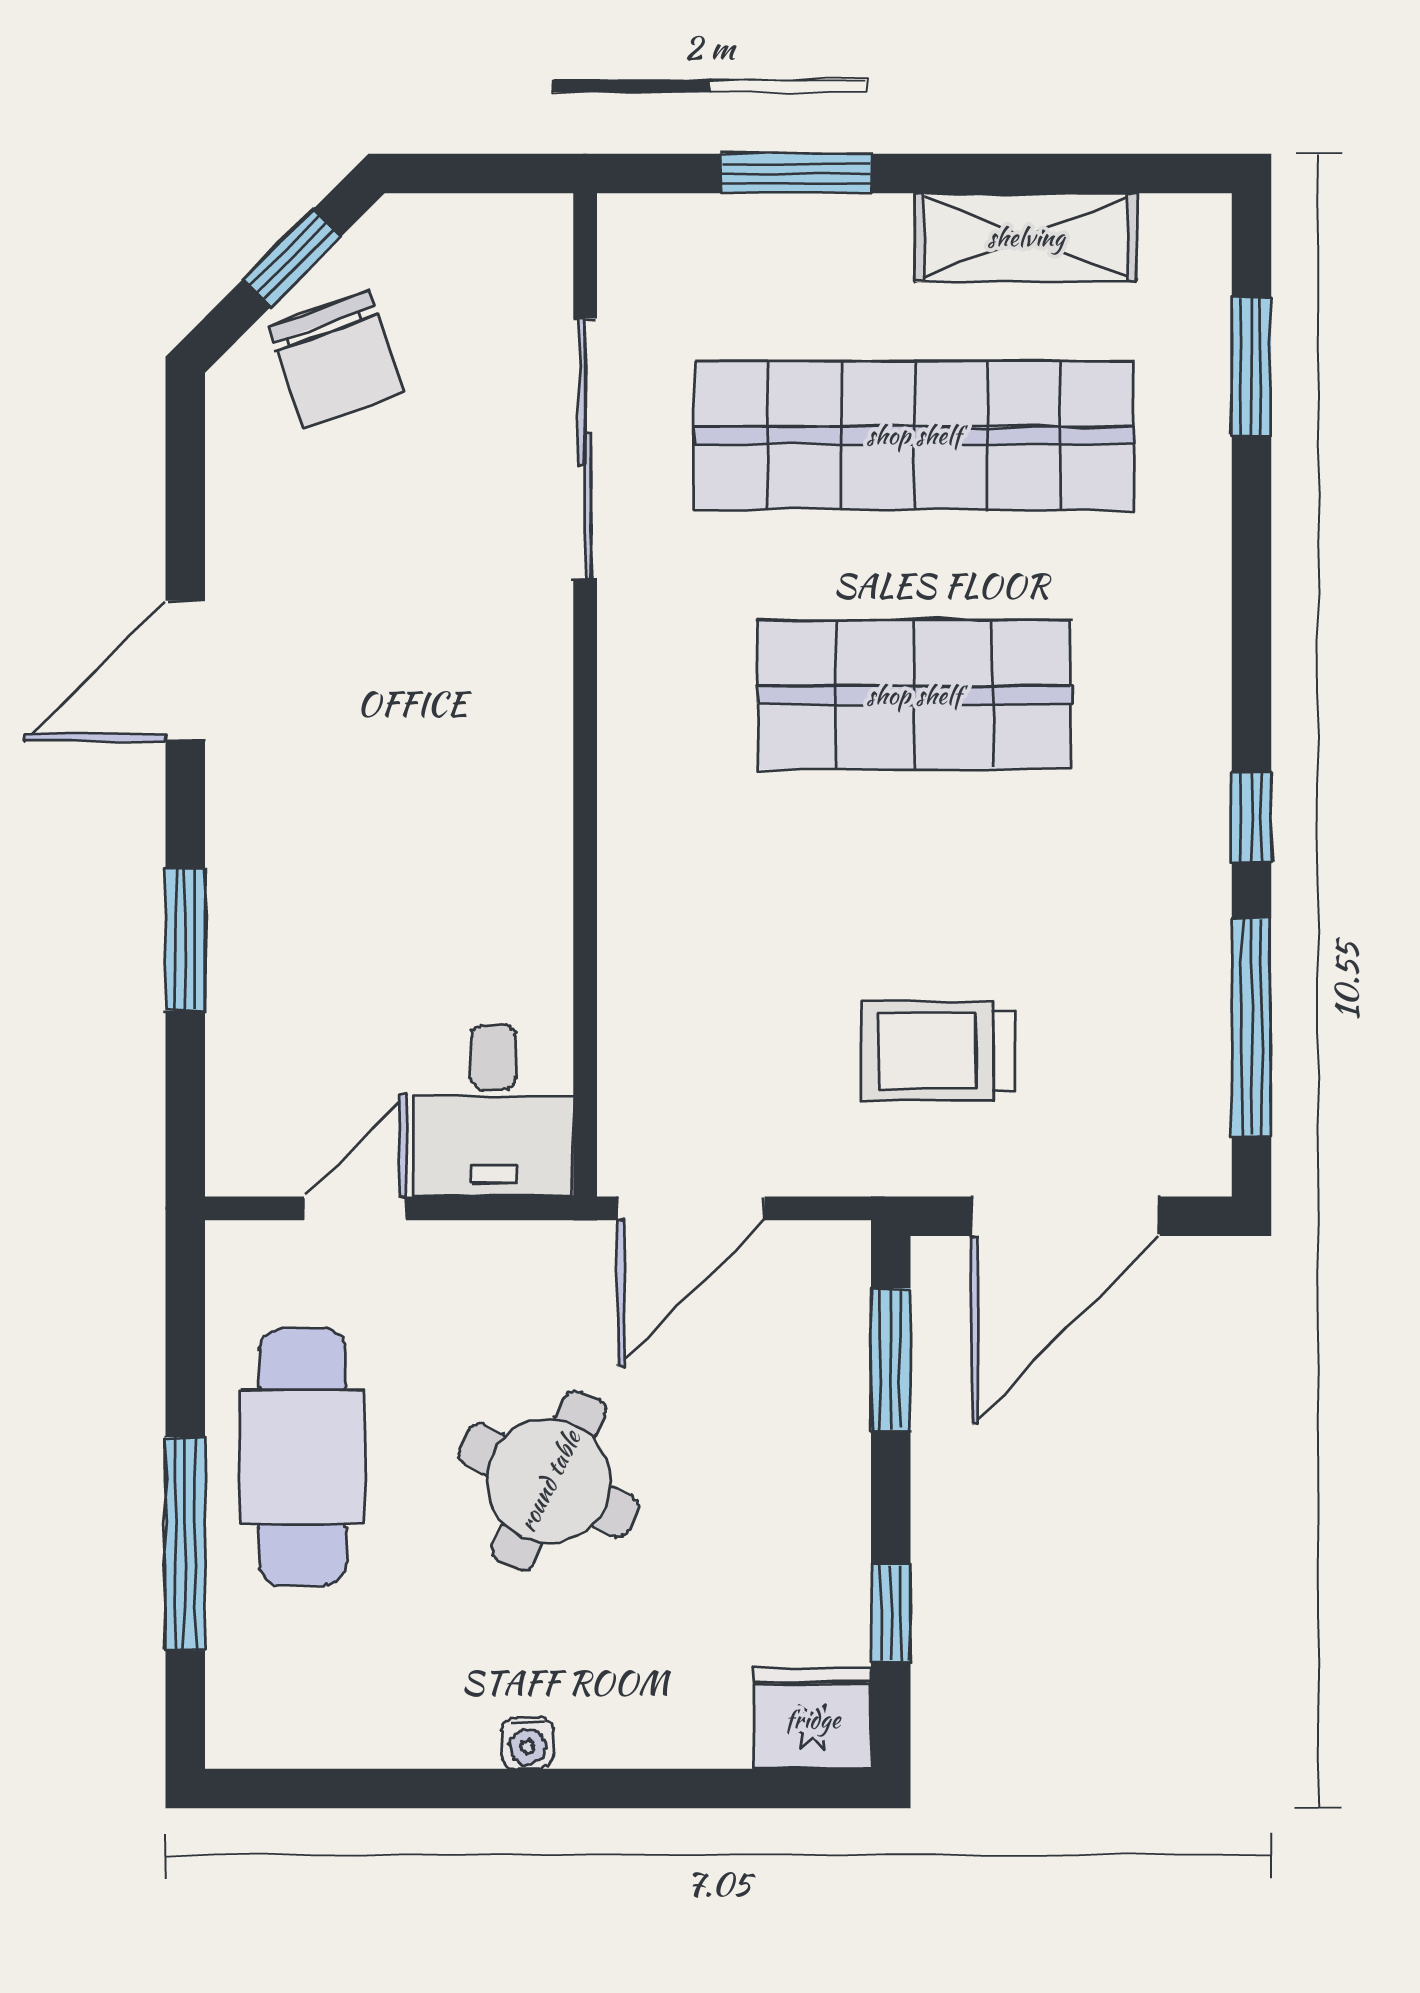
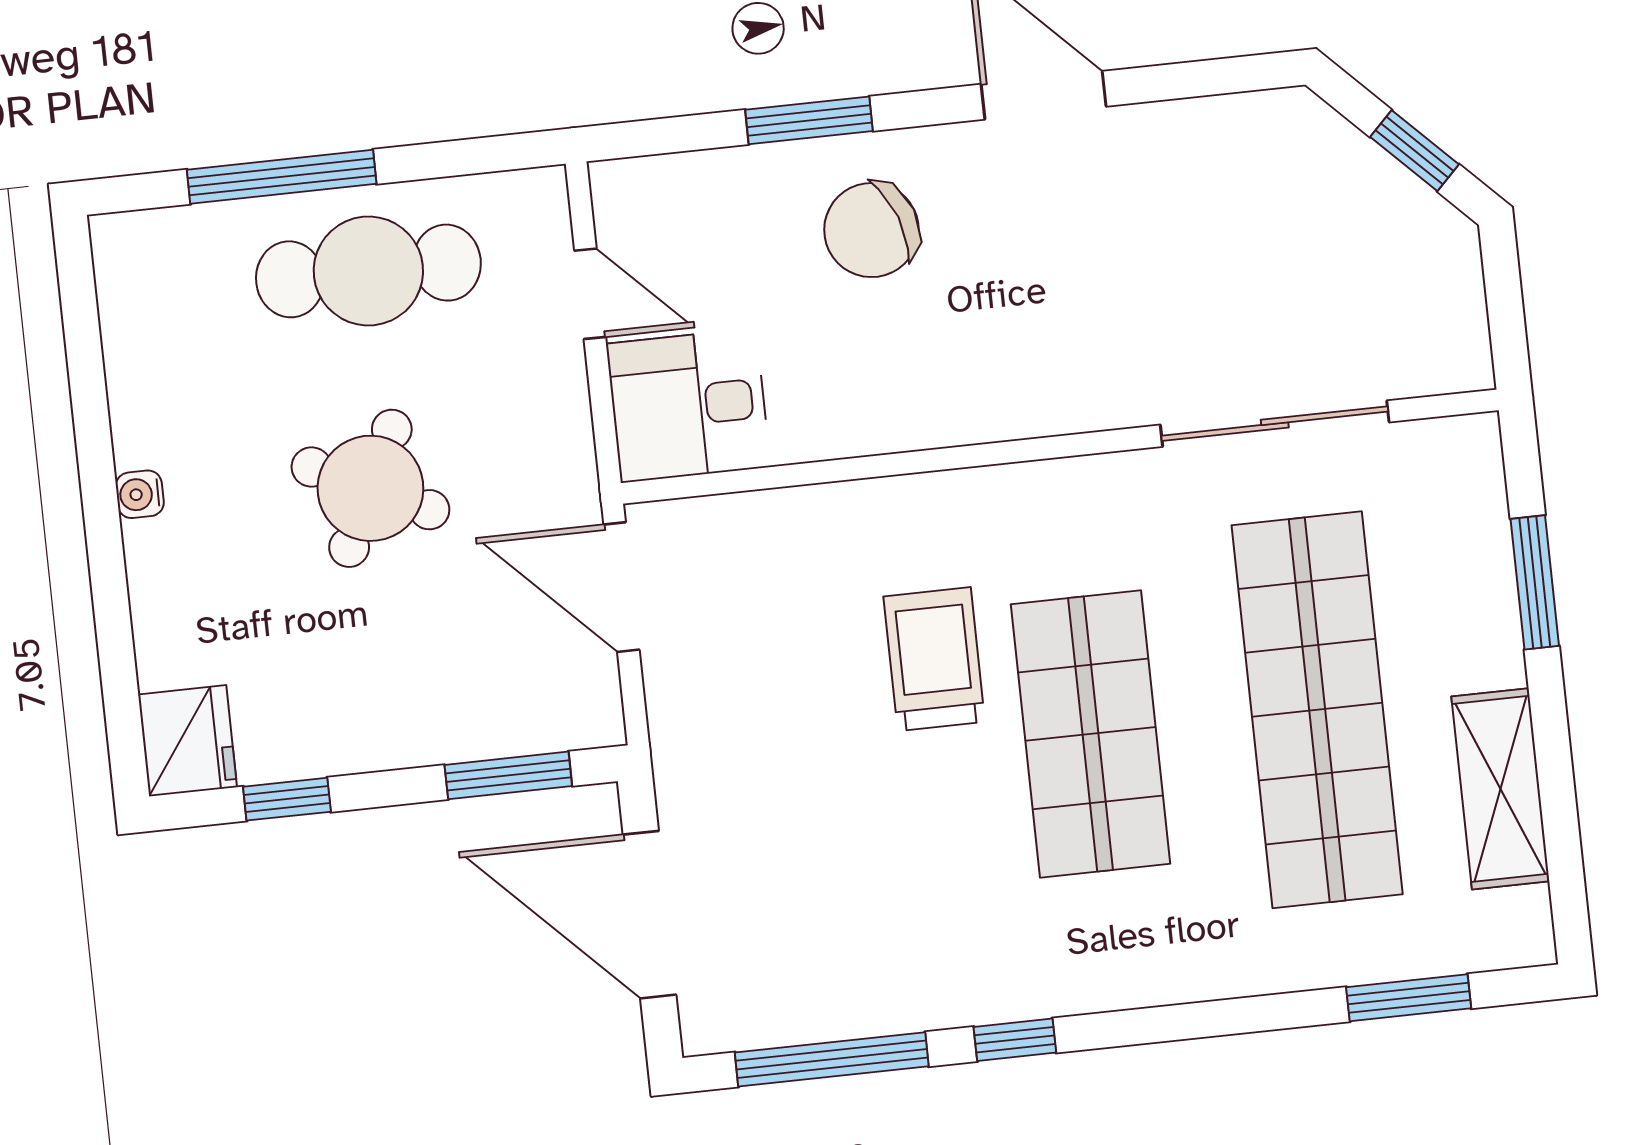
chair: (336, 359) -> (871, 230), moved
trolley: (938, 1051) -> (934, 659), moved

